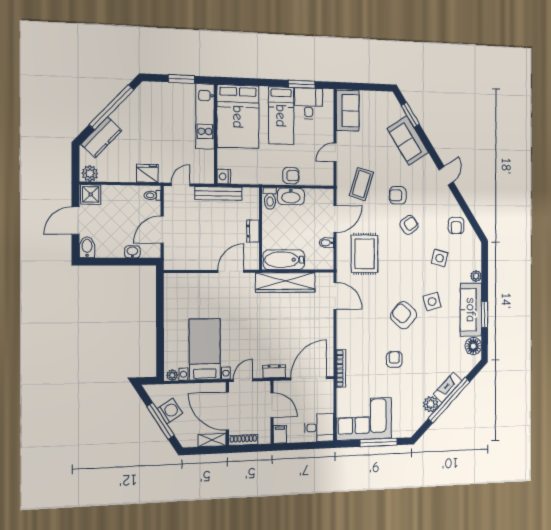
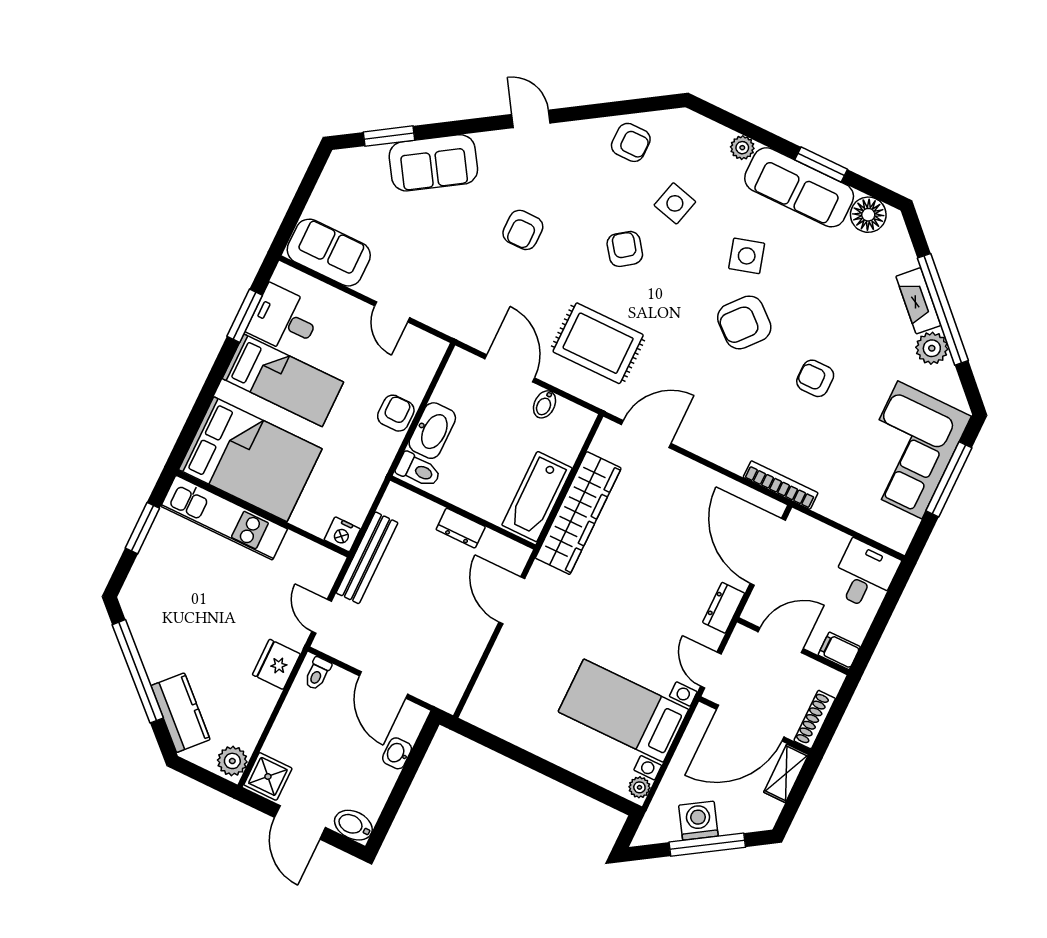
coffee table: (361, 184) -> (471, 289), removed
armchair: (409, 225) -> (625, 249), moved
corner sofa: (364, 419) -> (910, 450), moved

